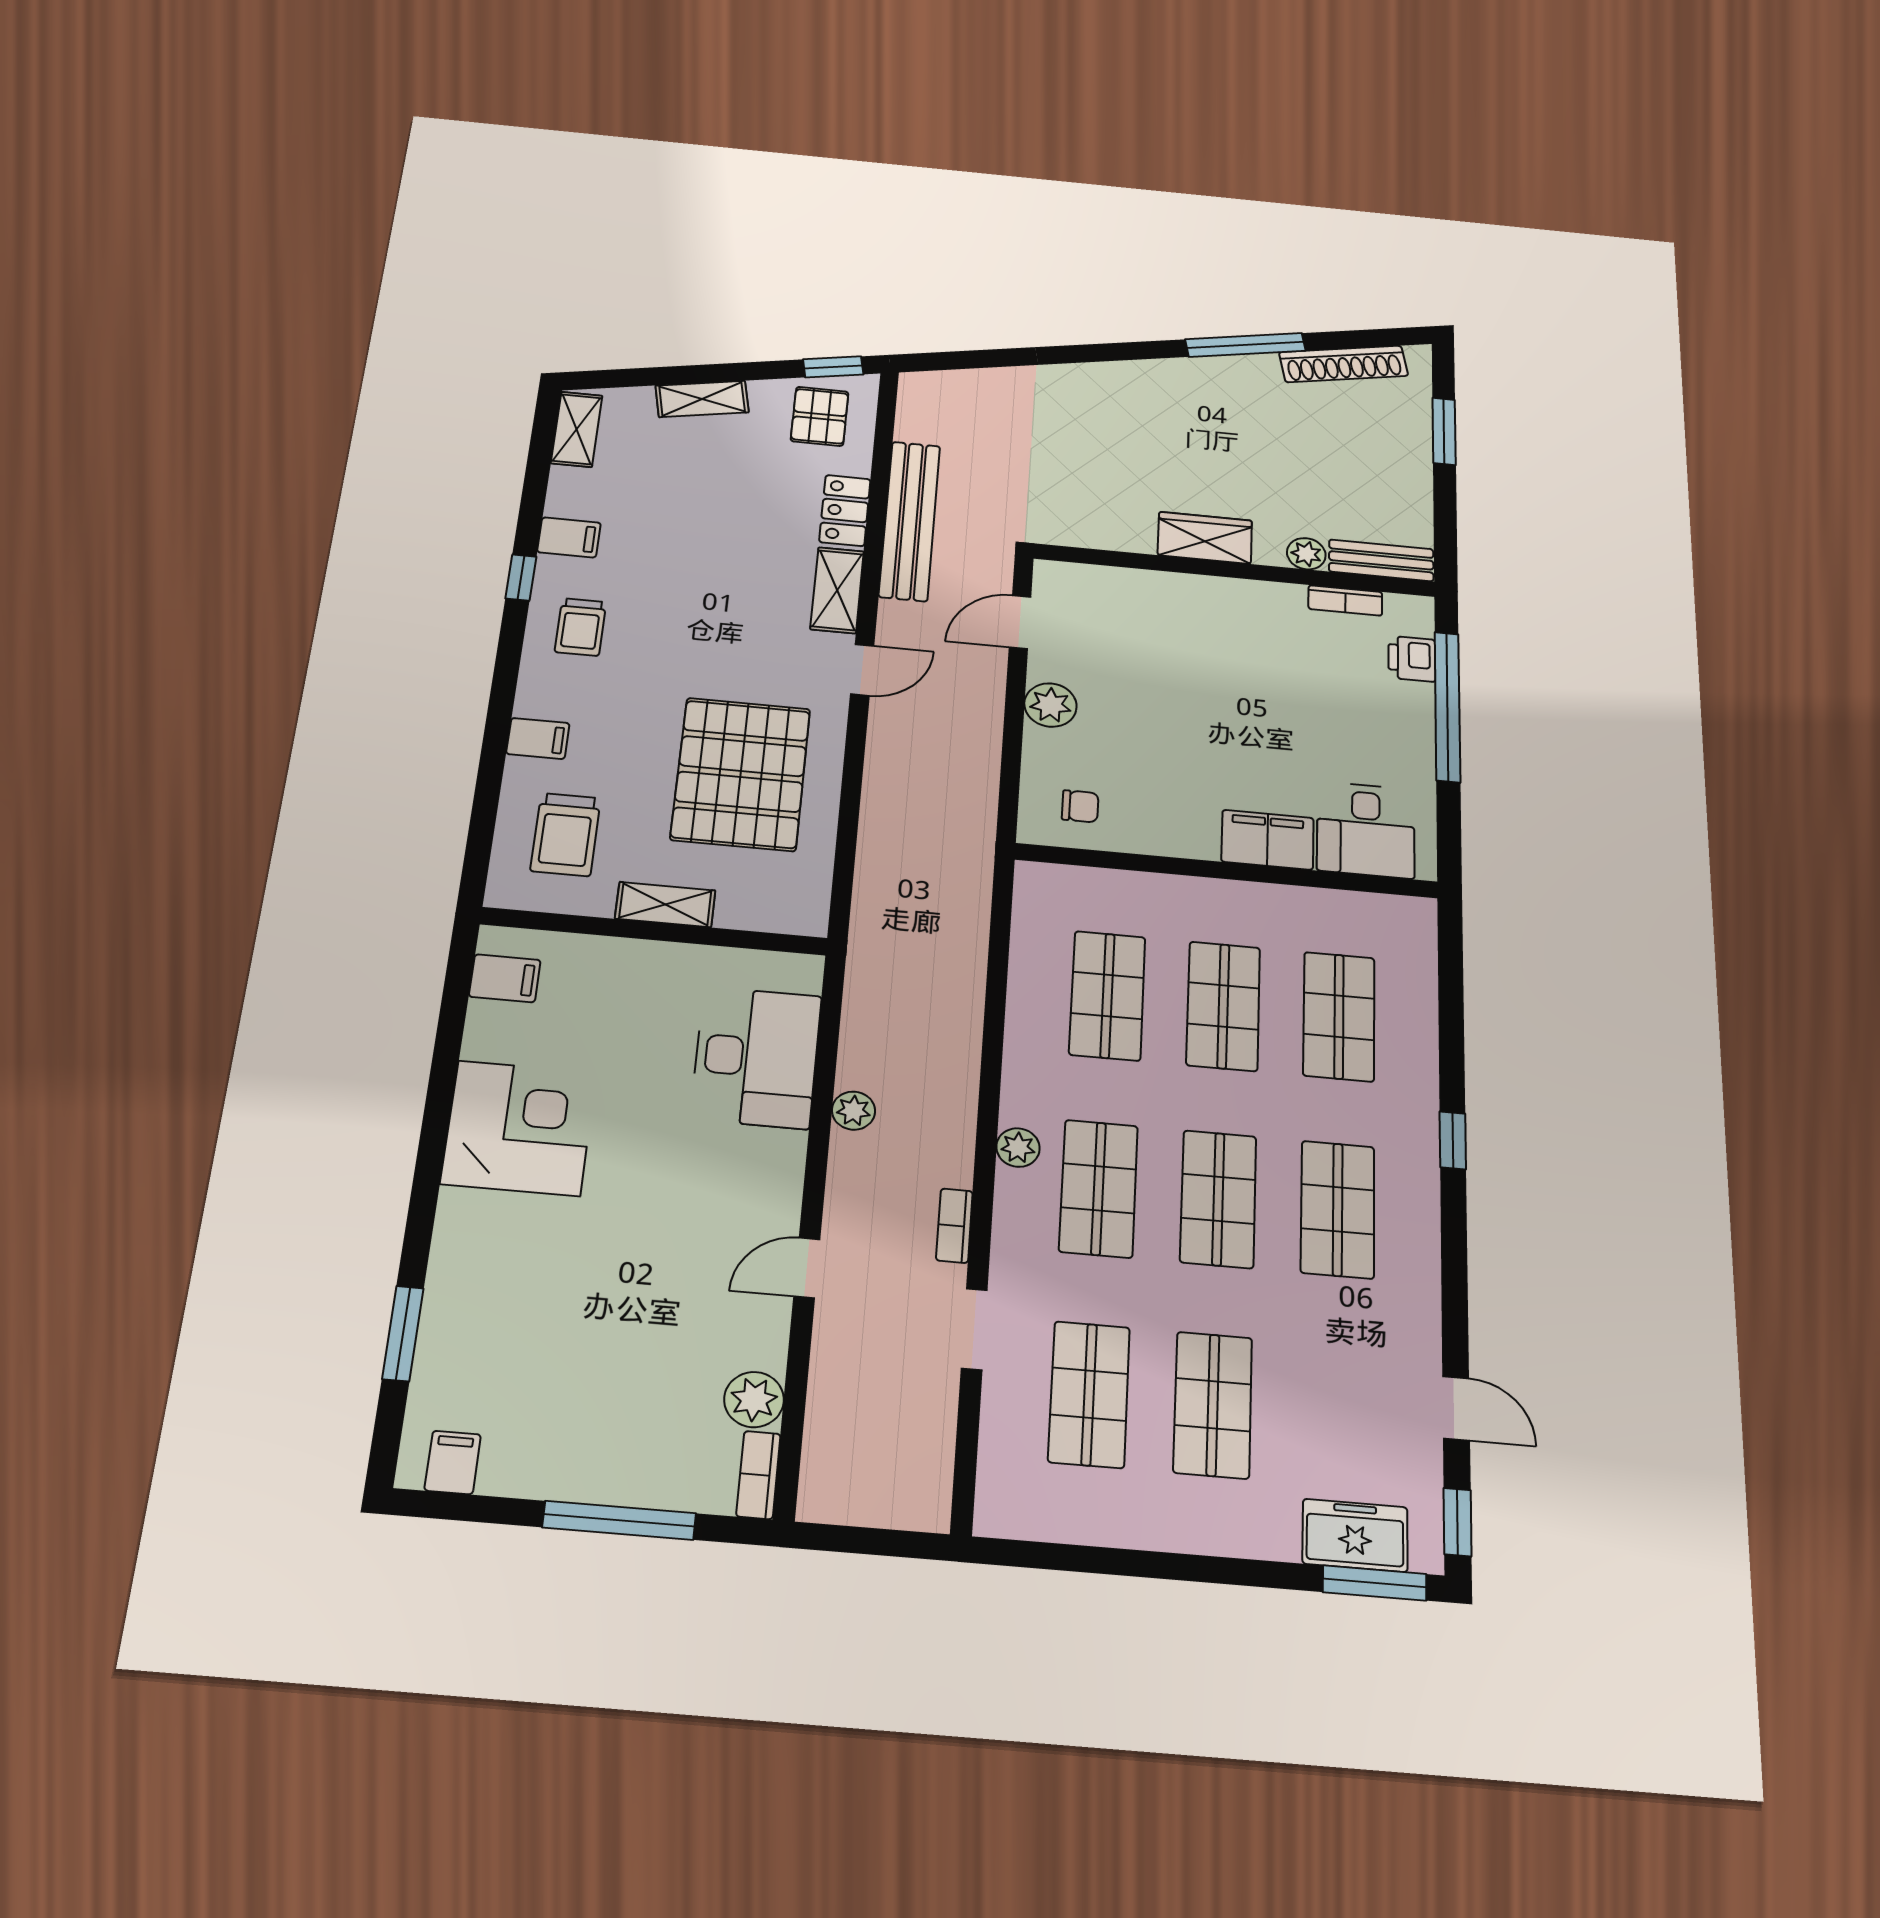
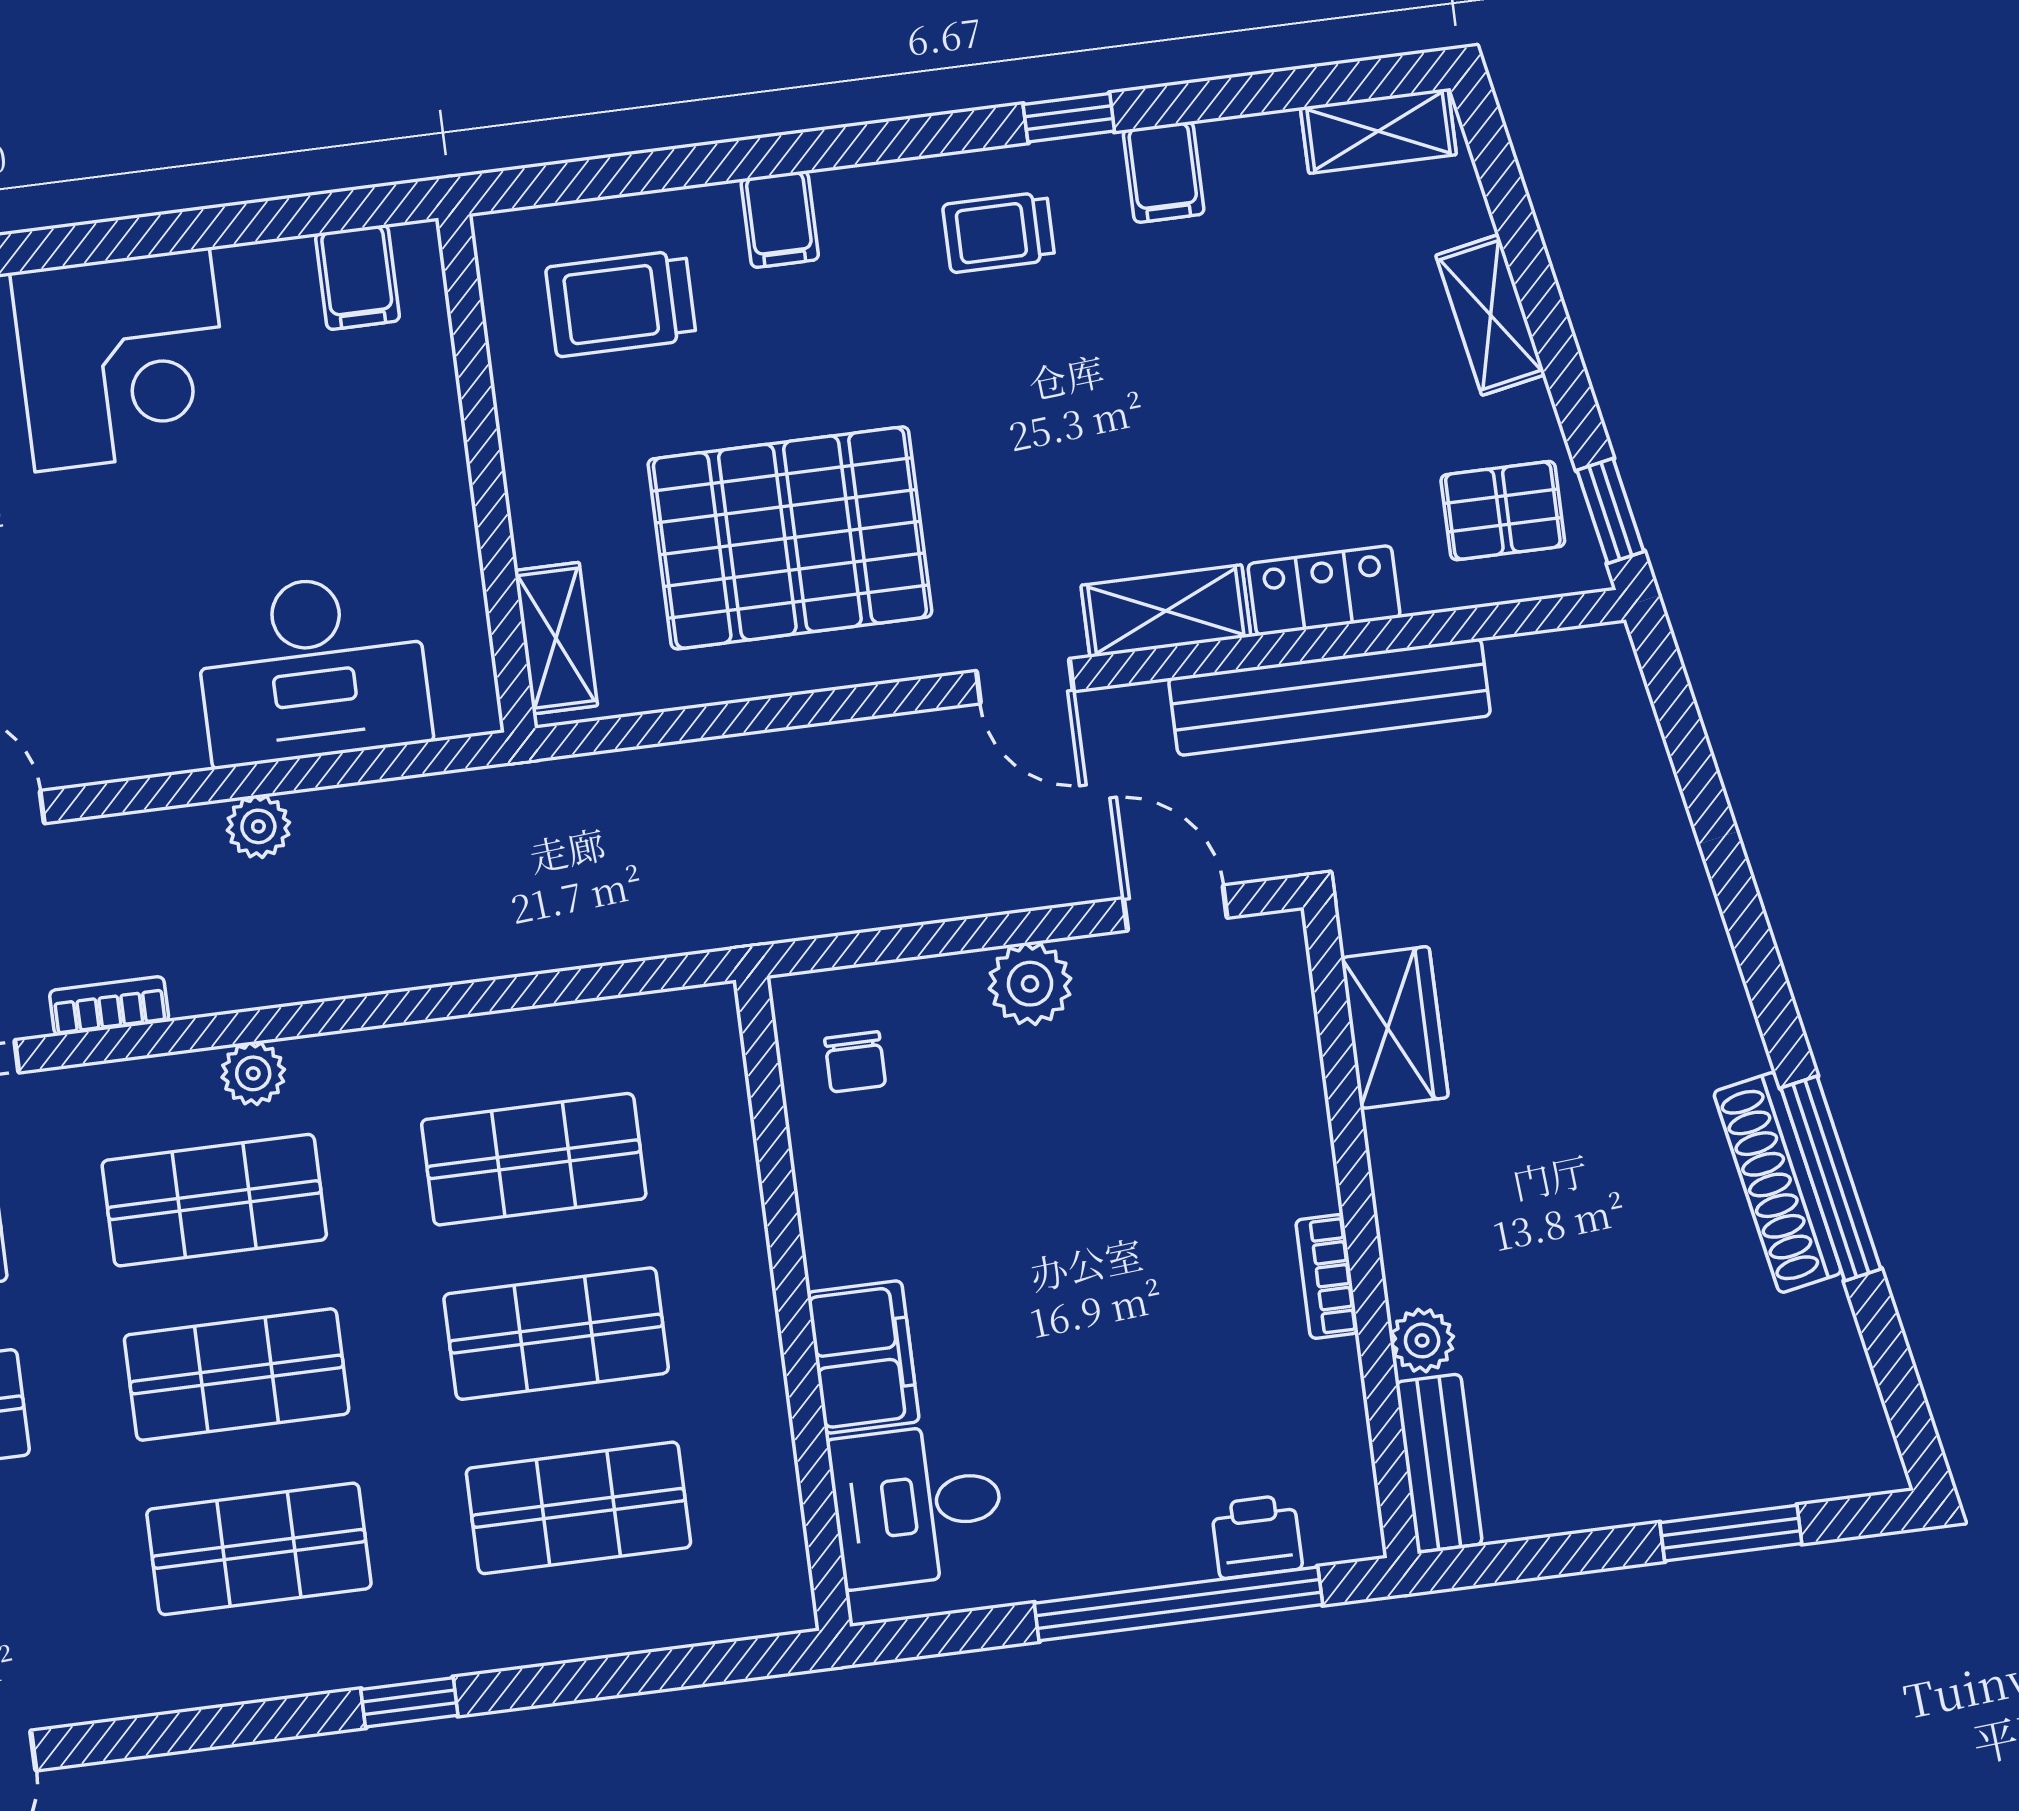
shoe rack: (1344, 364) -> (1777, 1182), moved
wardrobe: (1205, 538) -> (1395, 1028), moved
bookcase: (1345, 600) -> (1327, 1276), moved
shelving: (665, 905) -> (556, 638), moved

